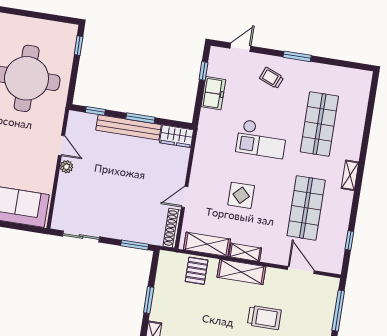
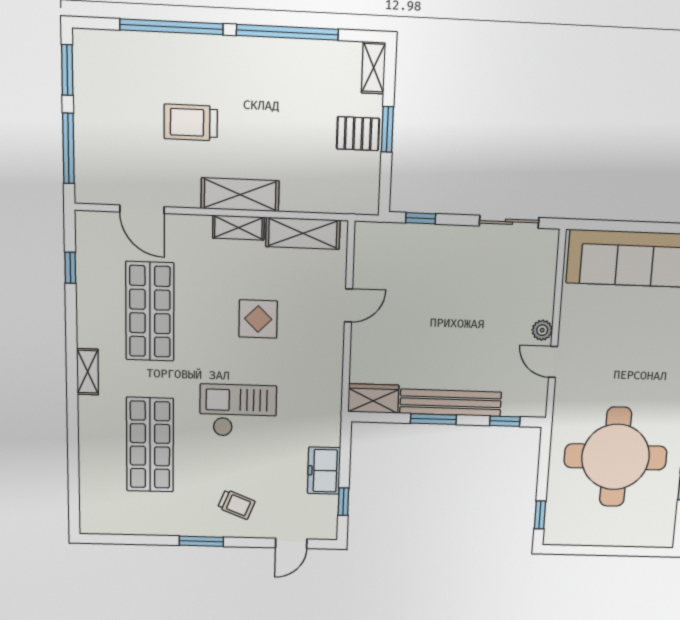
shoe rack: (172, 228) -> (363, 253), removed
window: (135, 245) -> (421, 218), width x0.67
pallet: (197, 271) -> (358, 134), moved, turned 90

